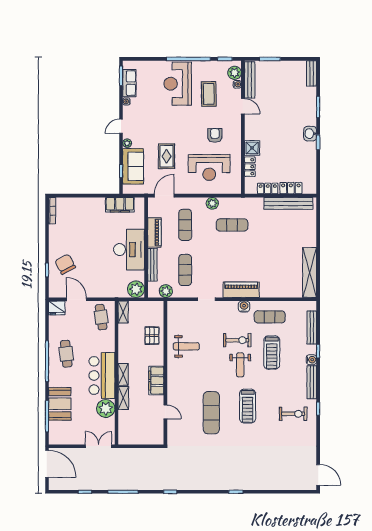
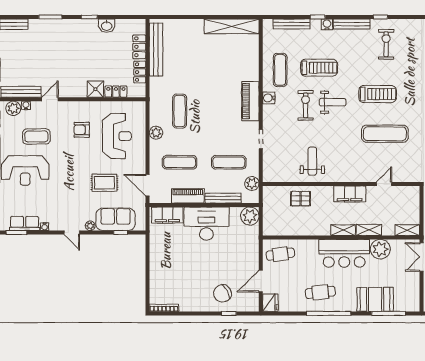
washbasin: (310, 134) -> (107, 26), moved
filing cabinet: (120, 205) -> (167, 215), moved, turned 90
shelving: (123, 312) -> (407, 230), moved

